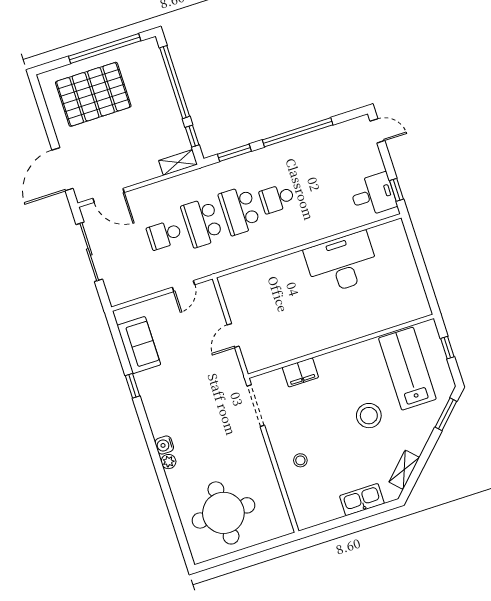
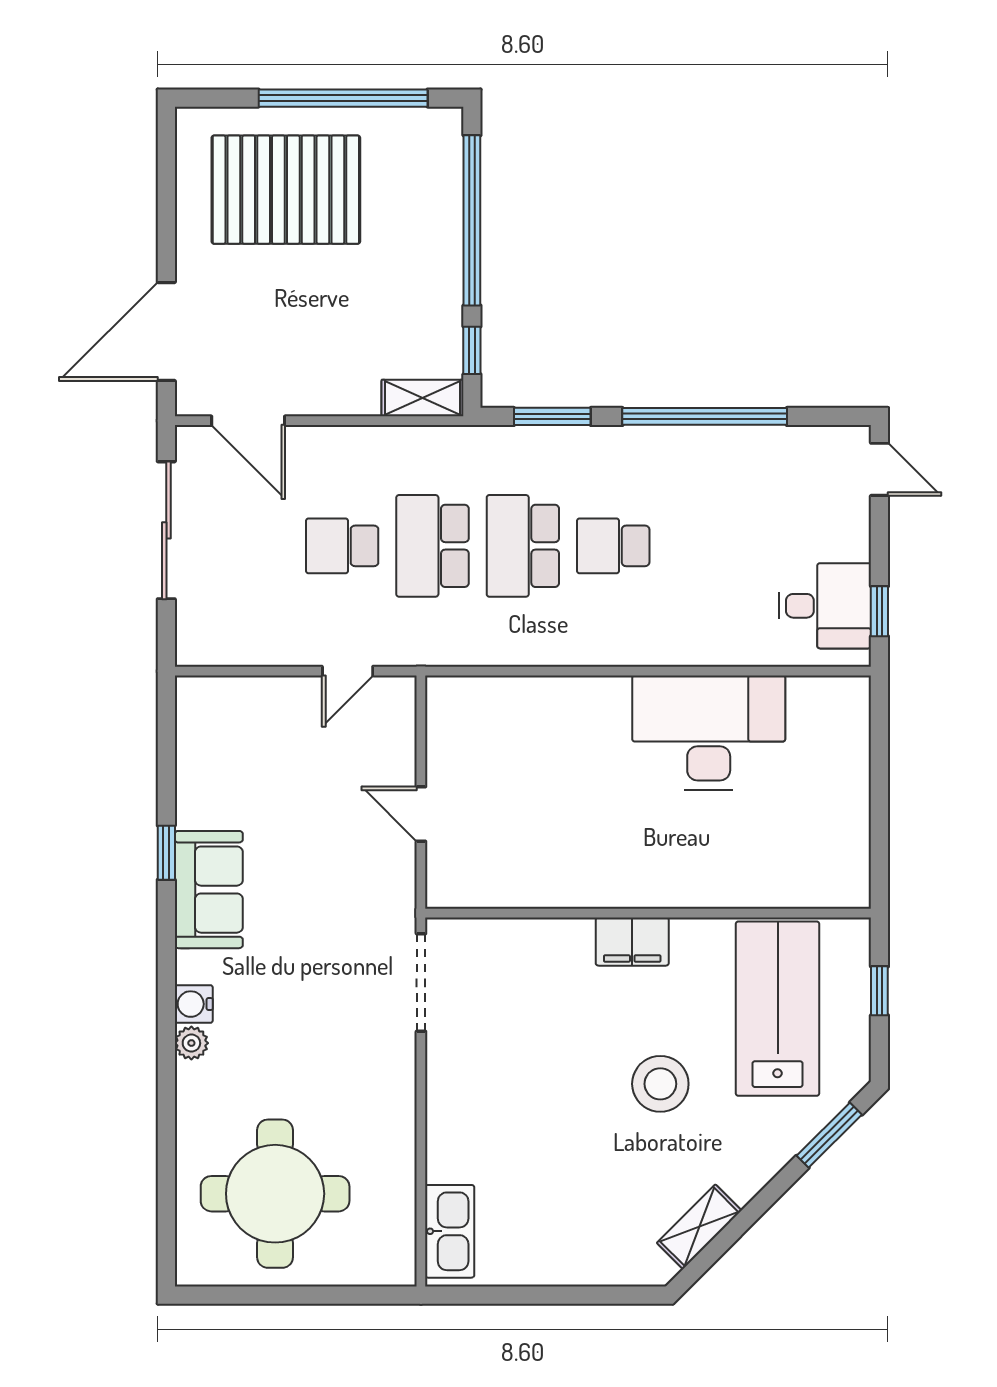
door: (233, 336) -> (421, 814), hinge flipped
sofa: (139, 345) -> (209, 890), moved
filing cabinet: (300, 372) -> (632, 942), moved
stool: (300, 460) -> (480, 1133), removed
kitchen sink: (362, 500) -> (450, 1231), moved, turned 90

